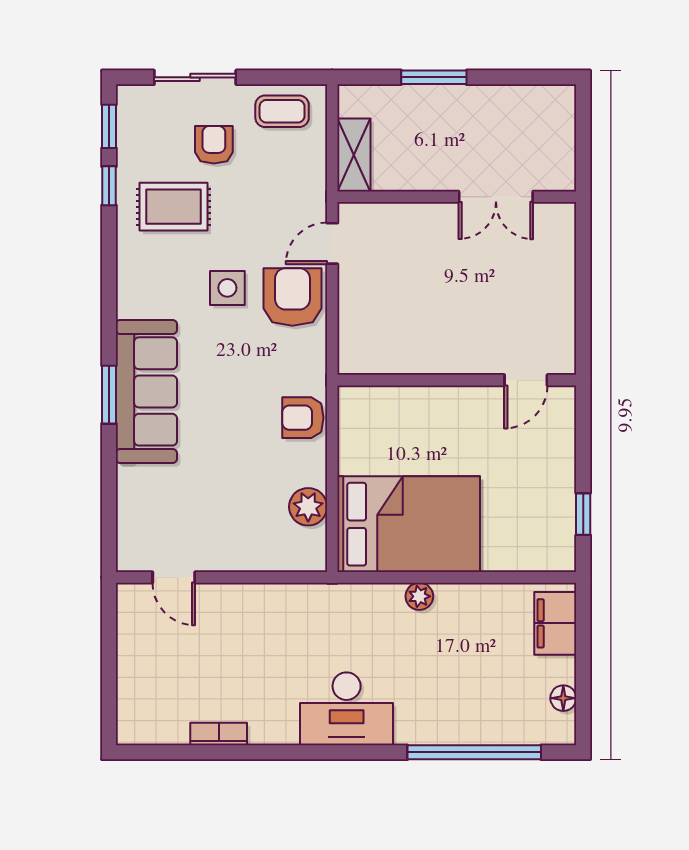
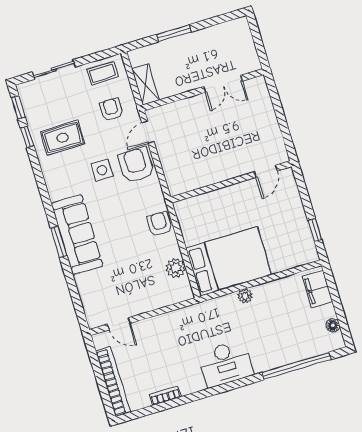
armchair: (214, 145) -> (111, 110), moved
armchair: (303, 418) -> (160, 224), turned 90
bookcase: (131, 680) -> (113, 382), added

